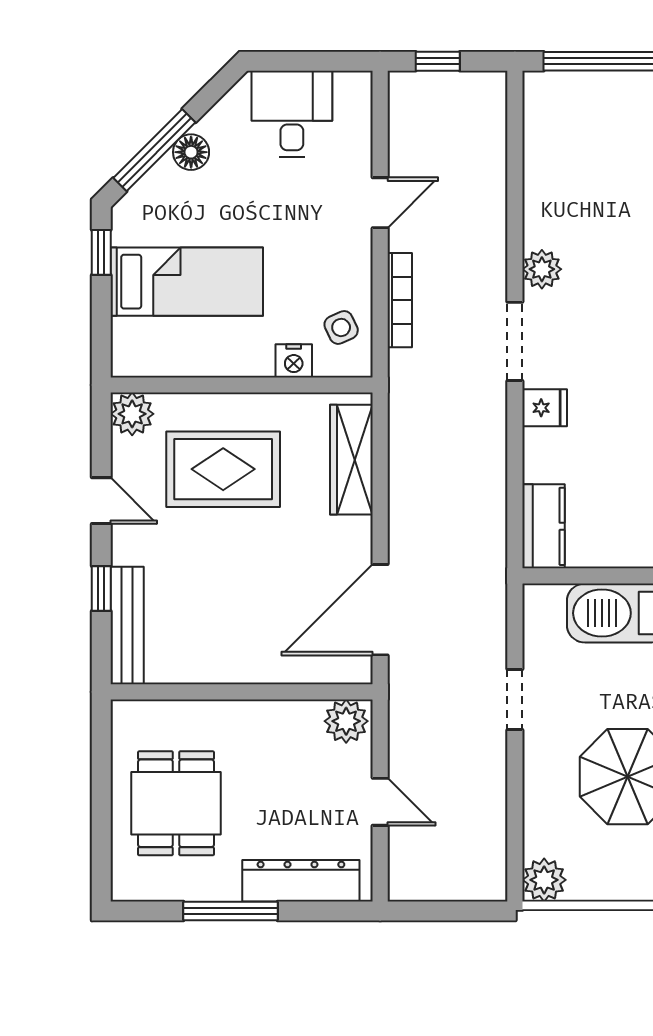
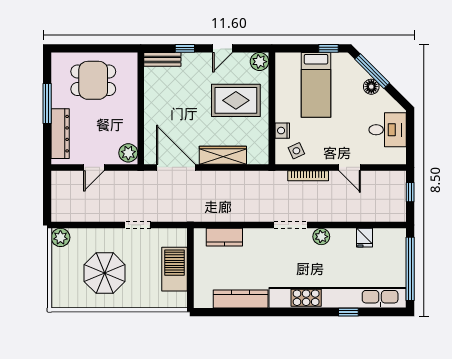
fridge: (545, 408) -> (365, 238), moved
wardrobe: (351, 460) -> (223, 155), moved
rug: (223, 469) -> (236, 100), turned 90
kitchen counter: (544, 526) -> (224, 237), moved
bench: (127, 626) -> (162, 59), width x0.73

